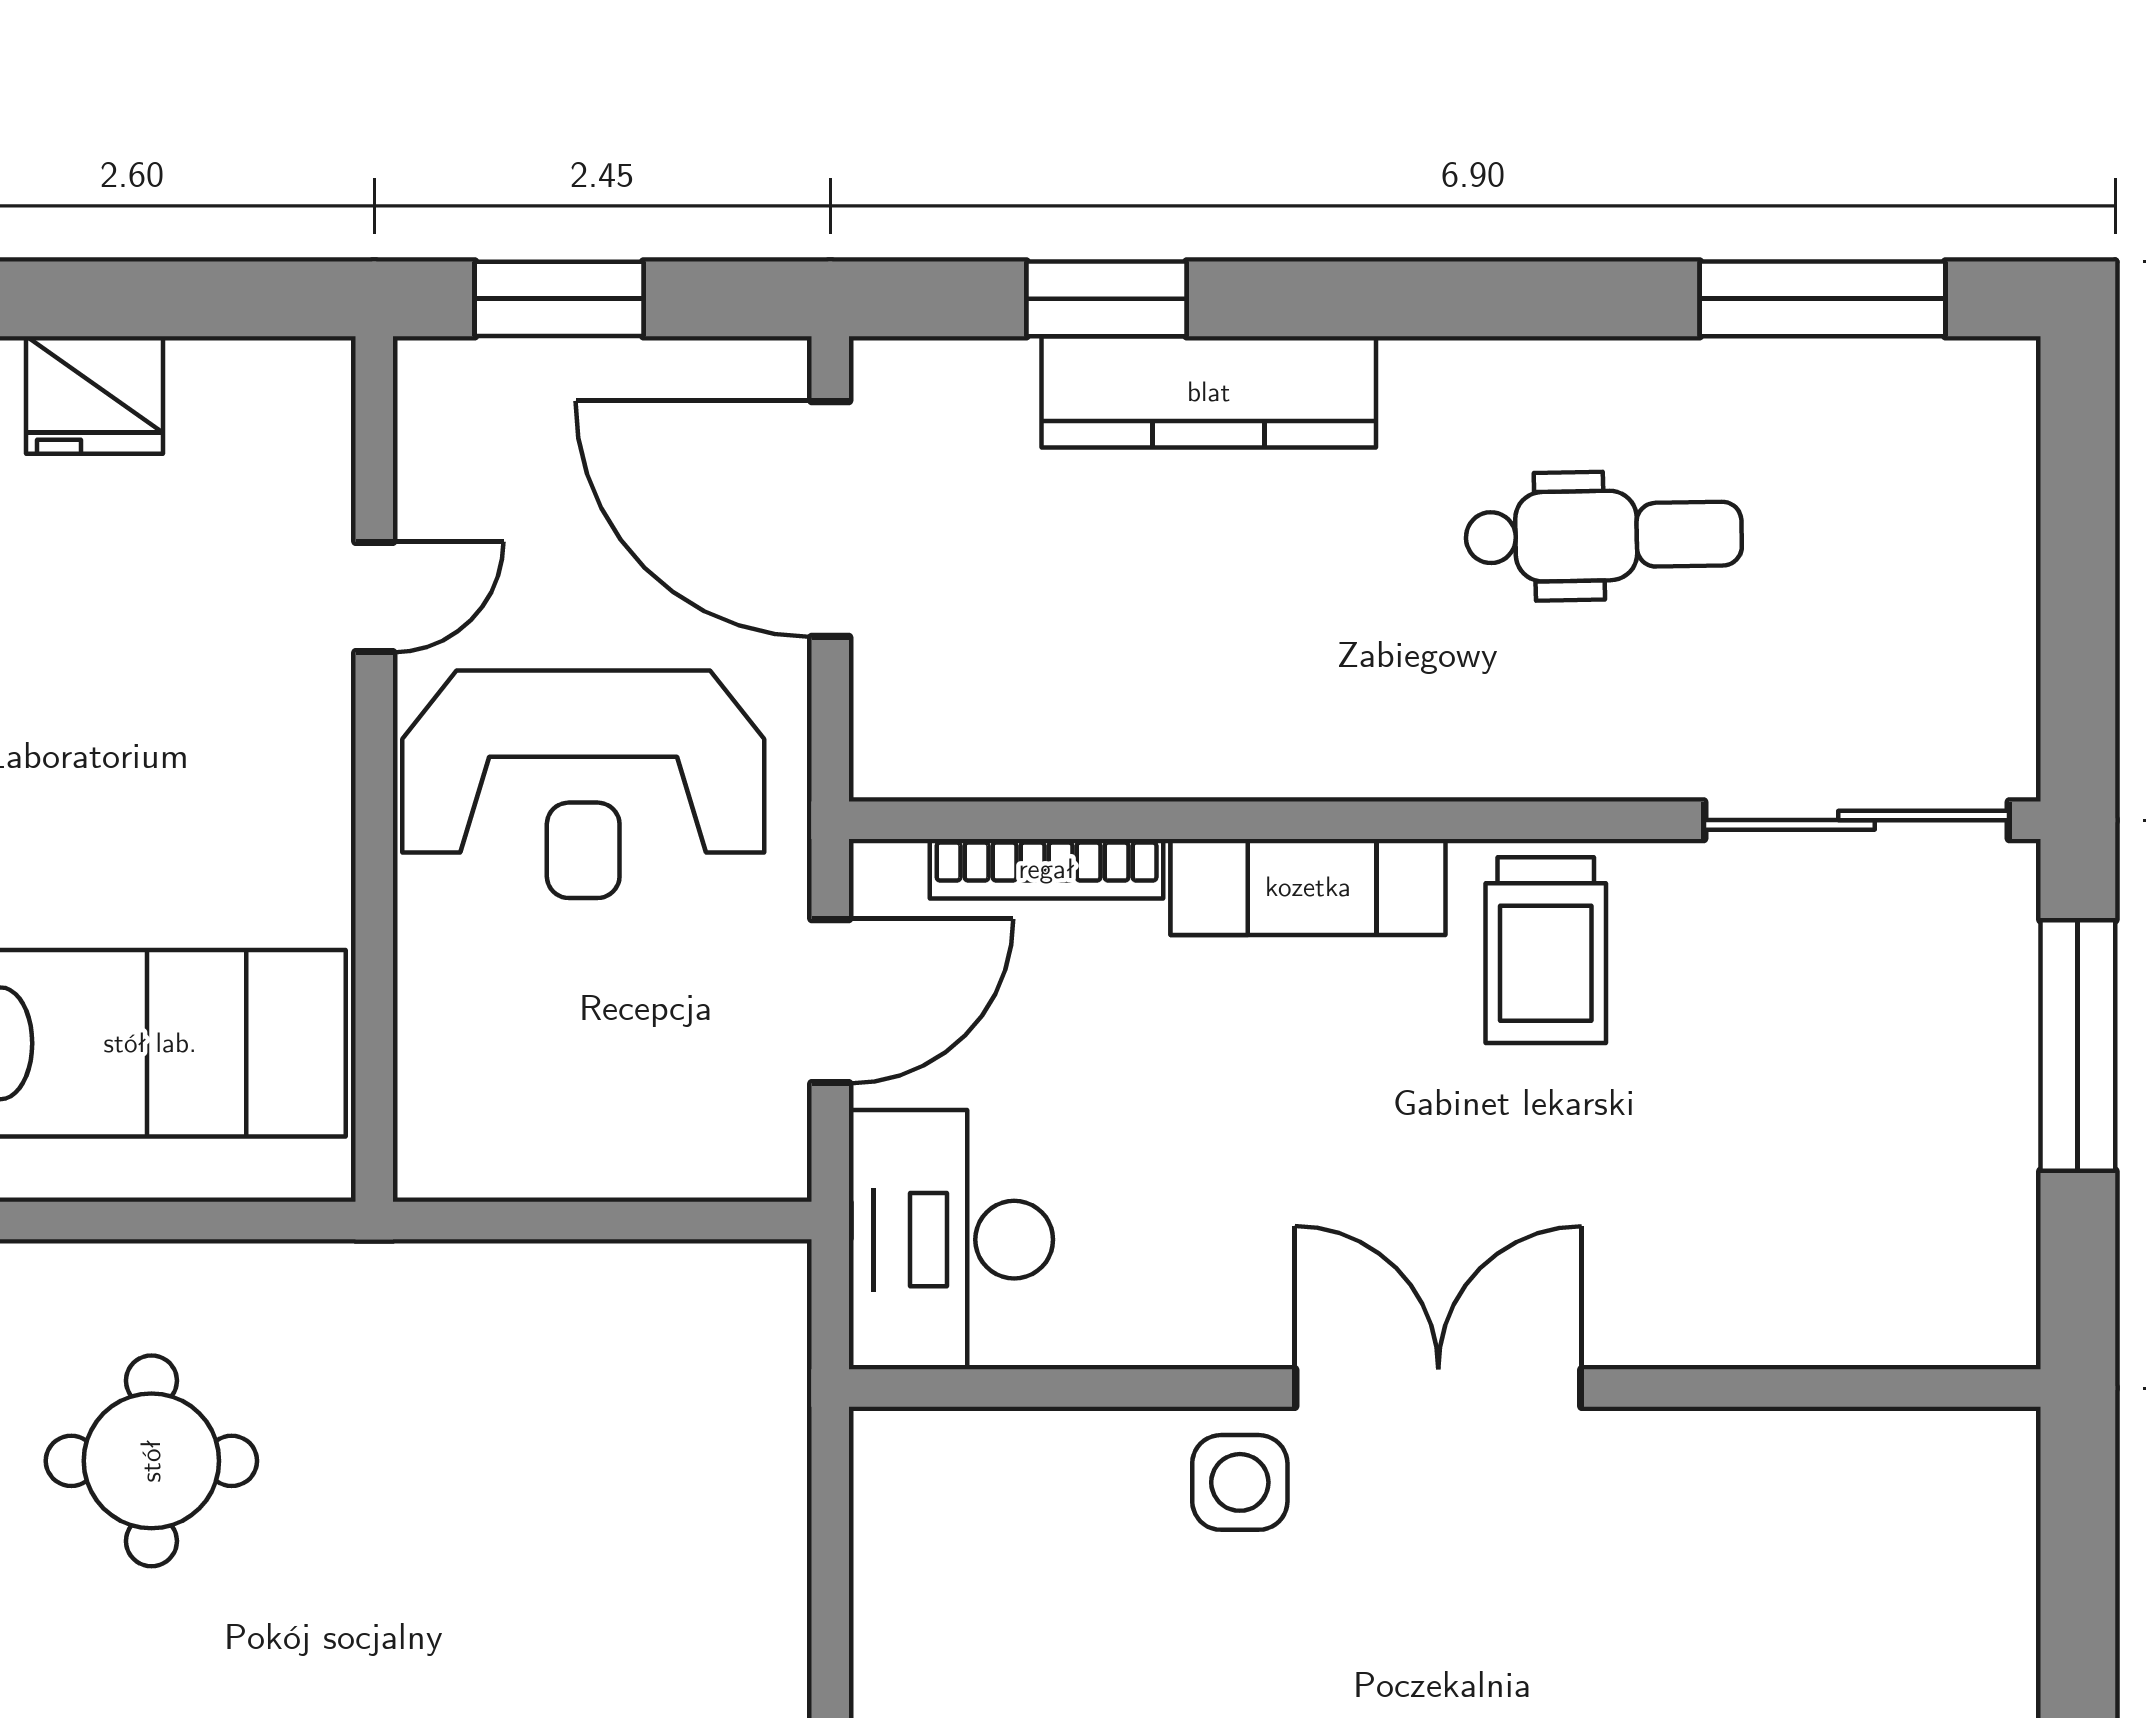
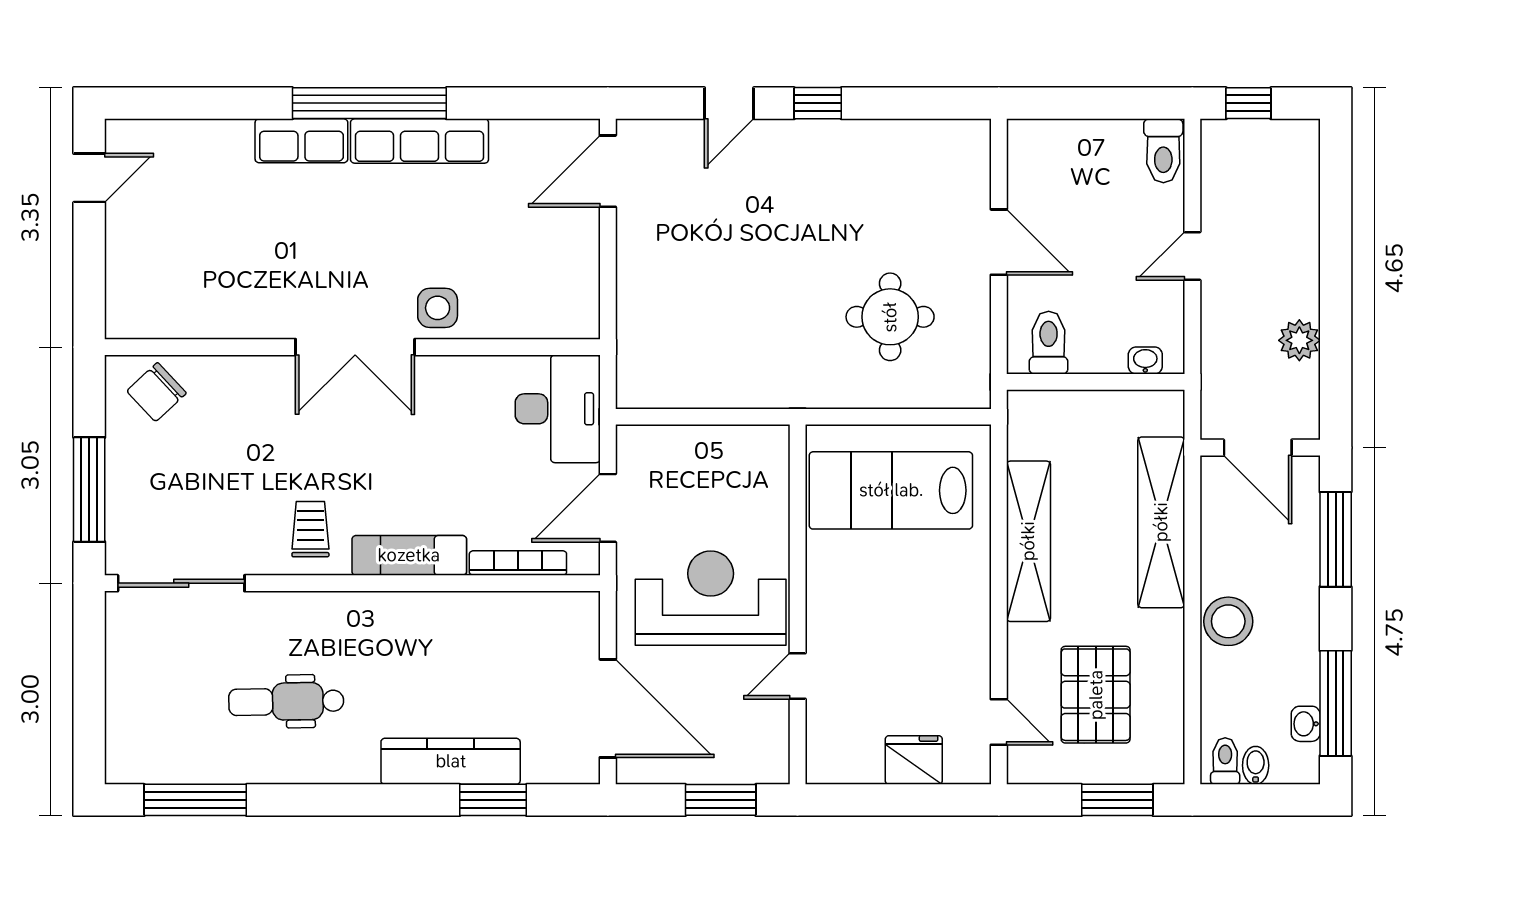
trolley: (1546, 950) -> (310, 529), width x0.73, depth x0.72
chair: (1916, 1280) -> (156, 392), added

